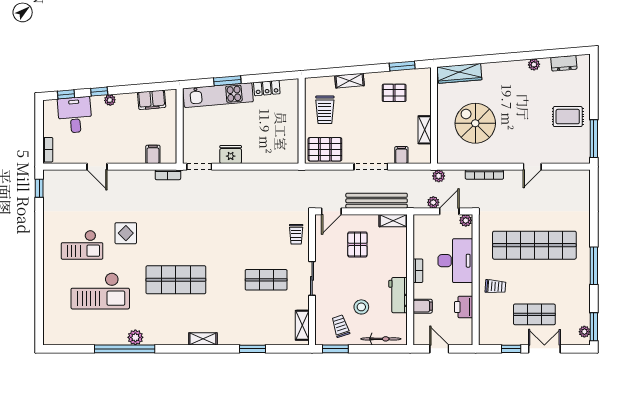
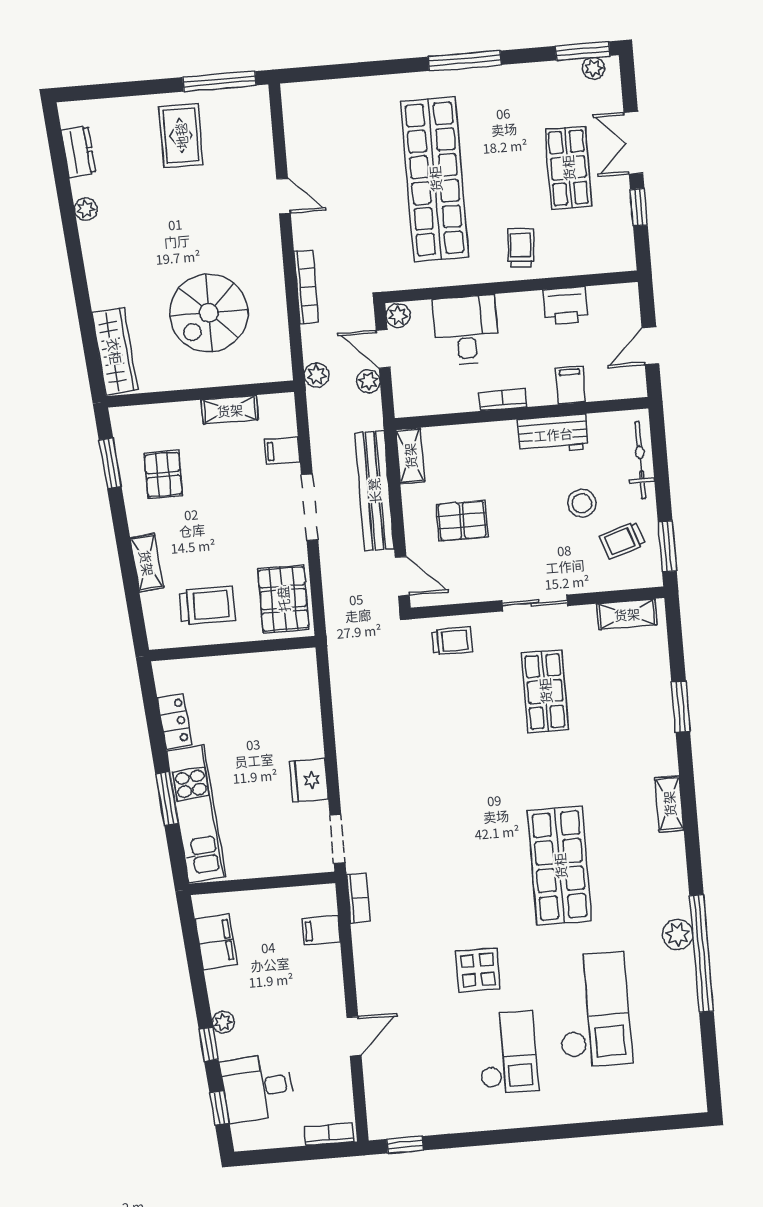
desk: (455, 261) -> (466, 330), width x0.73

